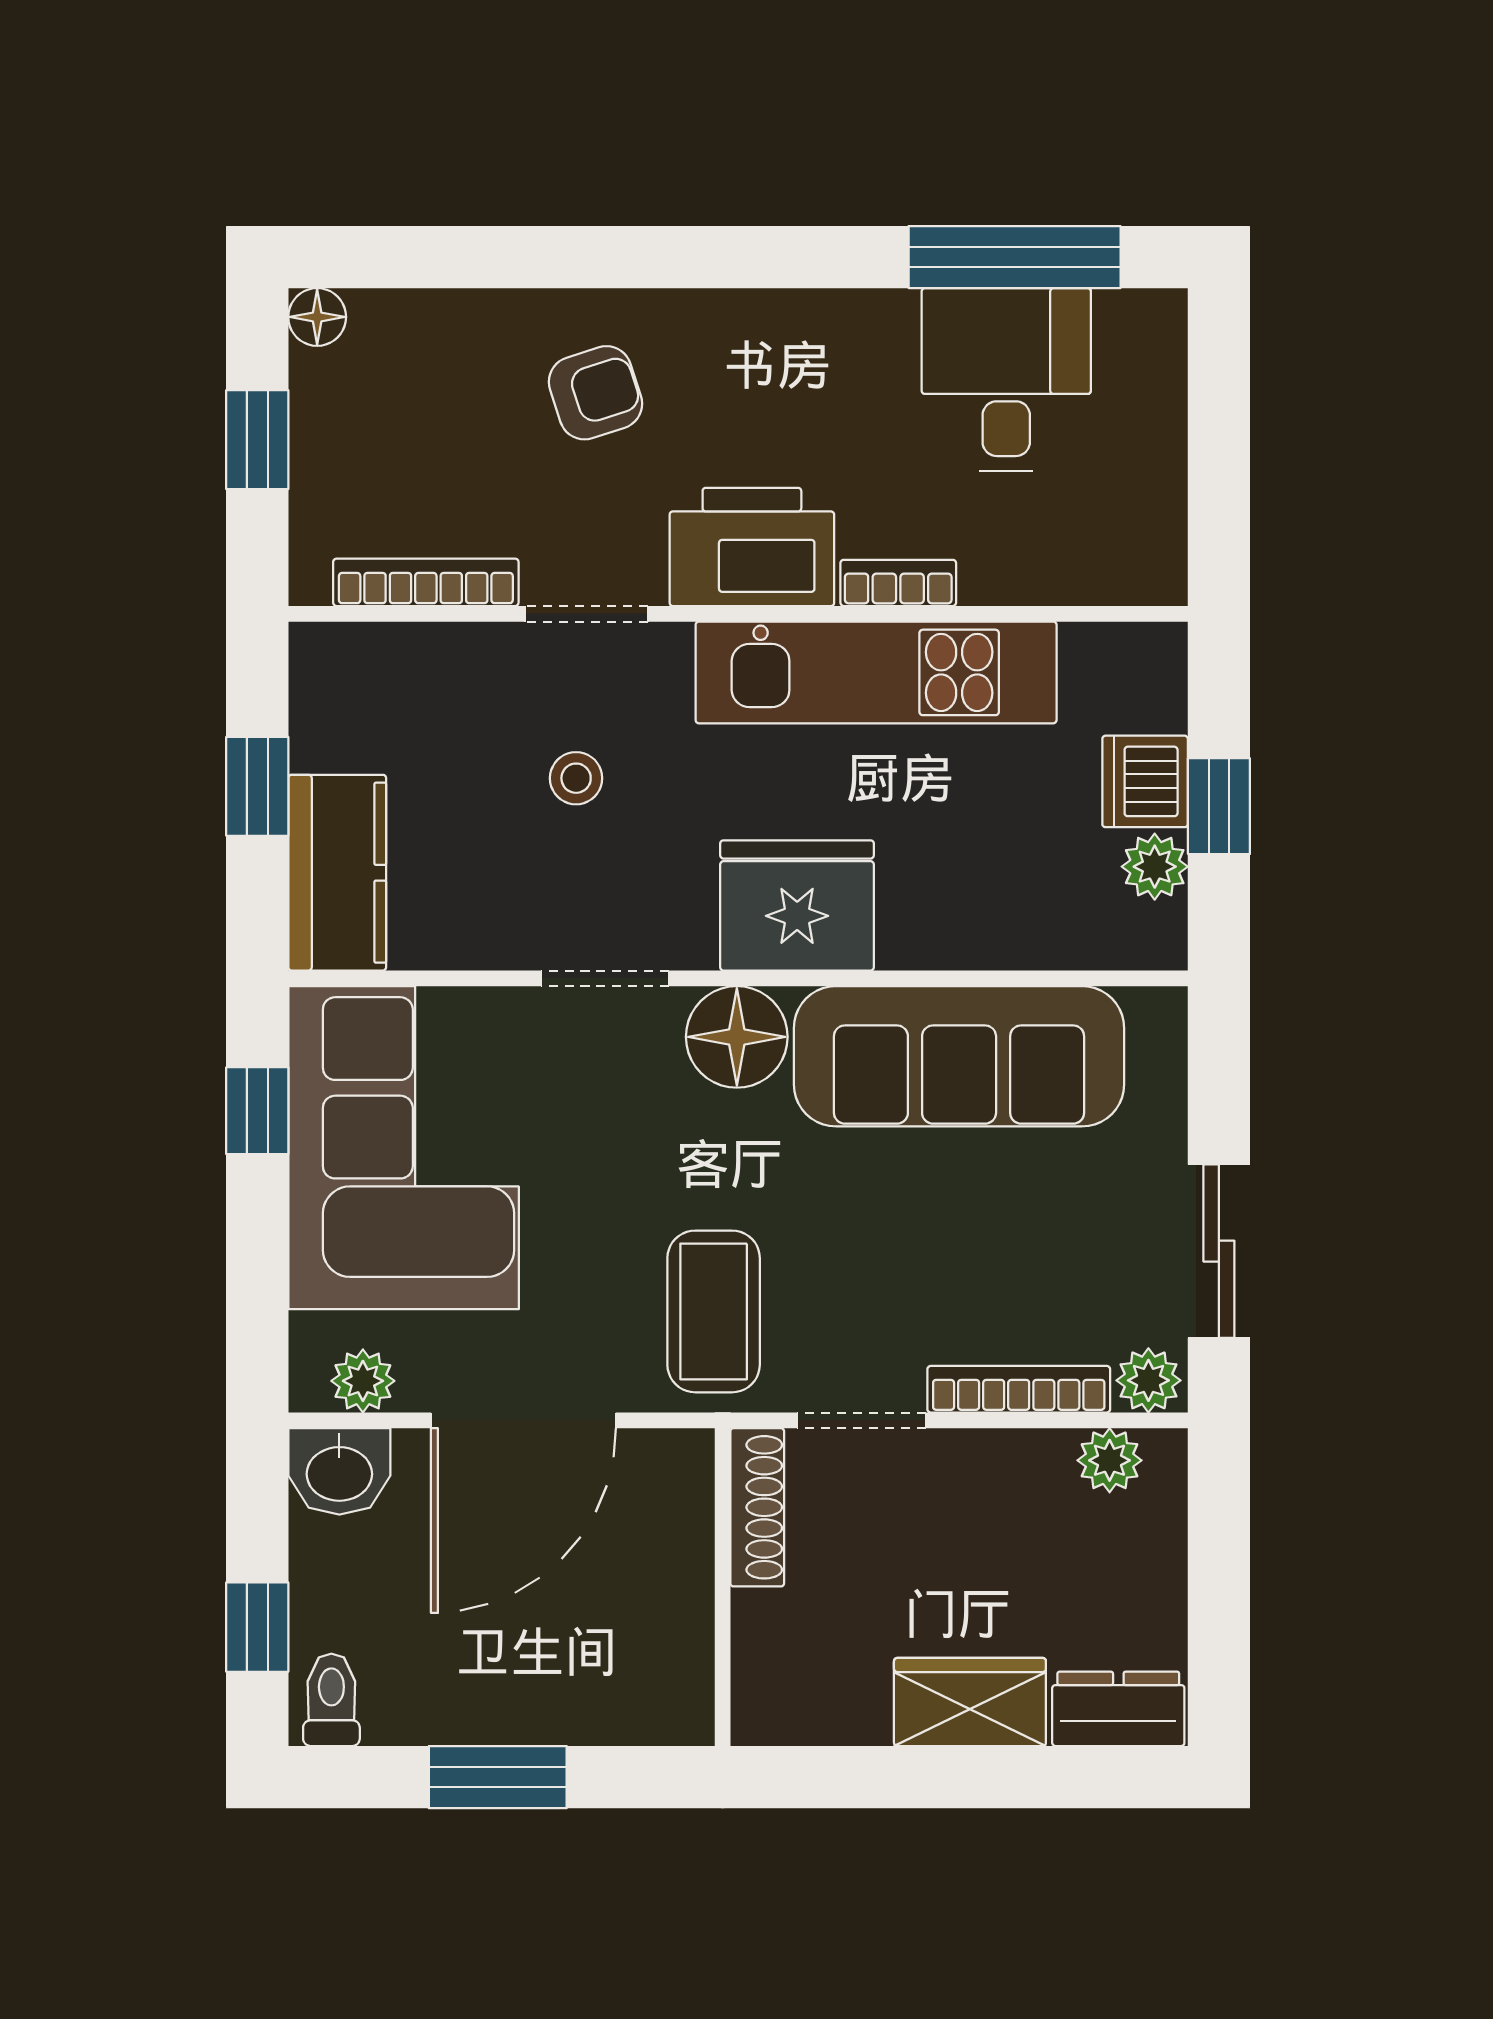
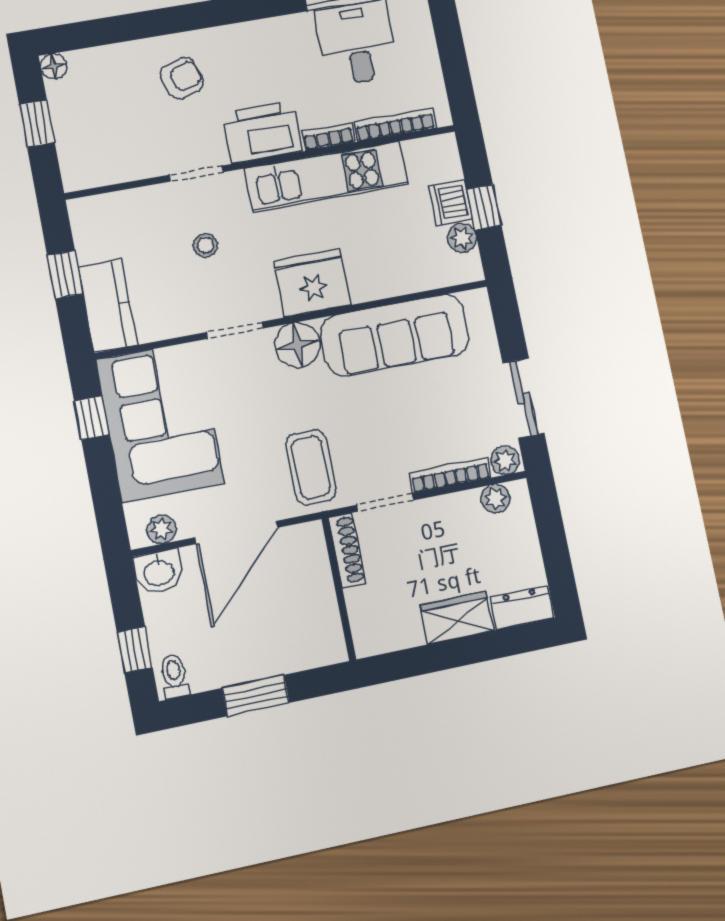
bookcase: (426, 582) -> (395, 125), moved

